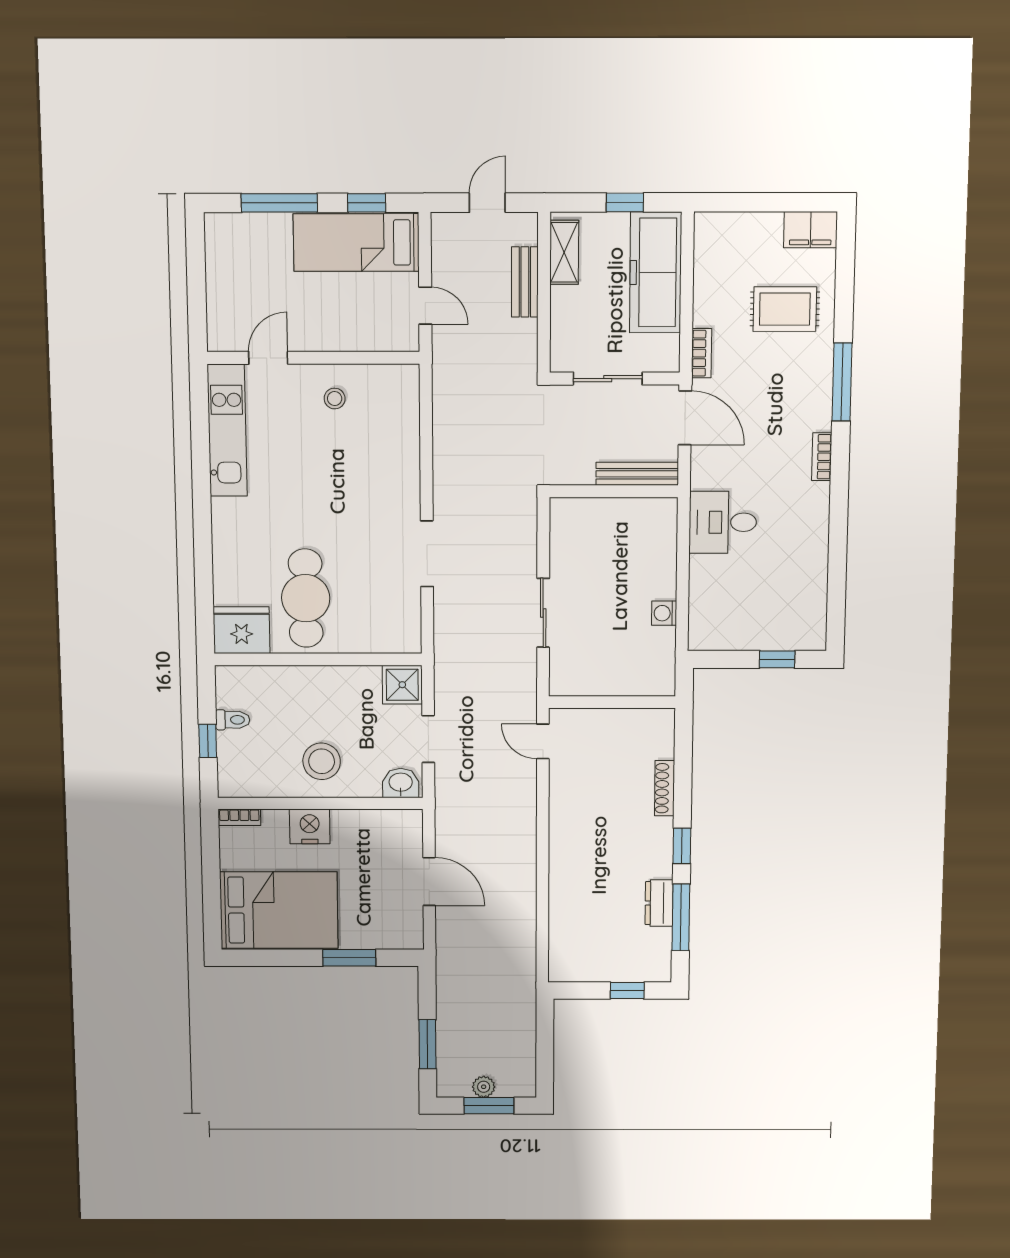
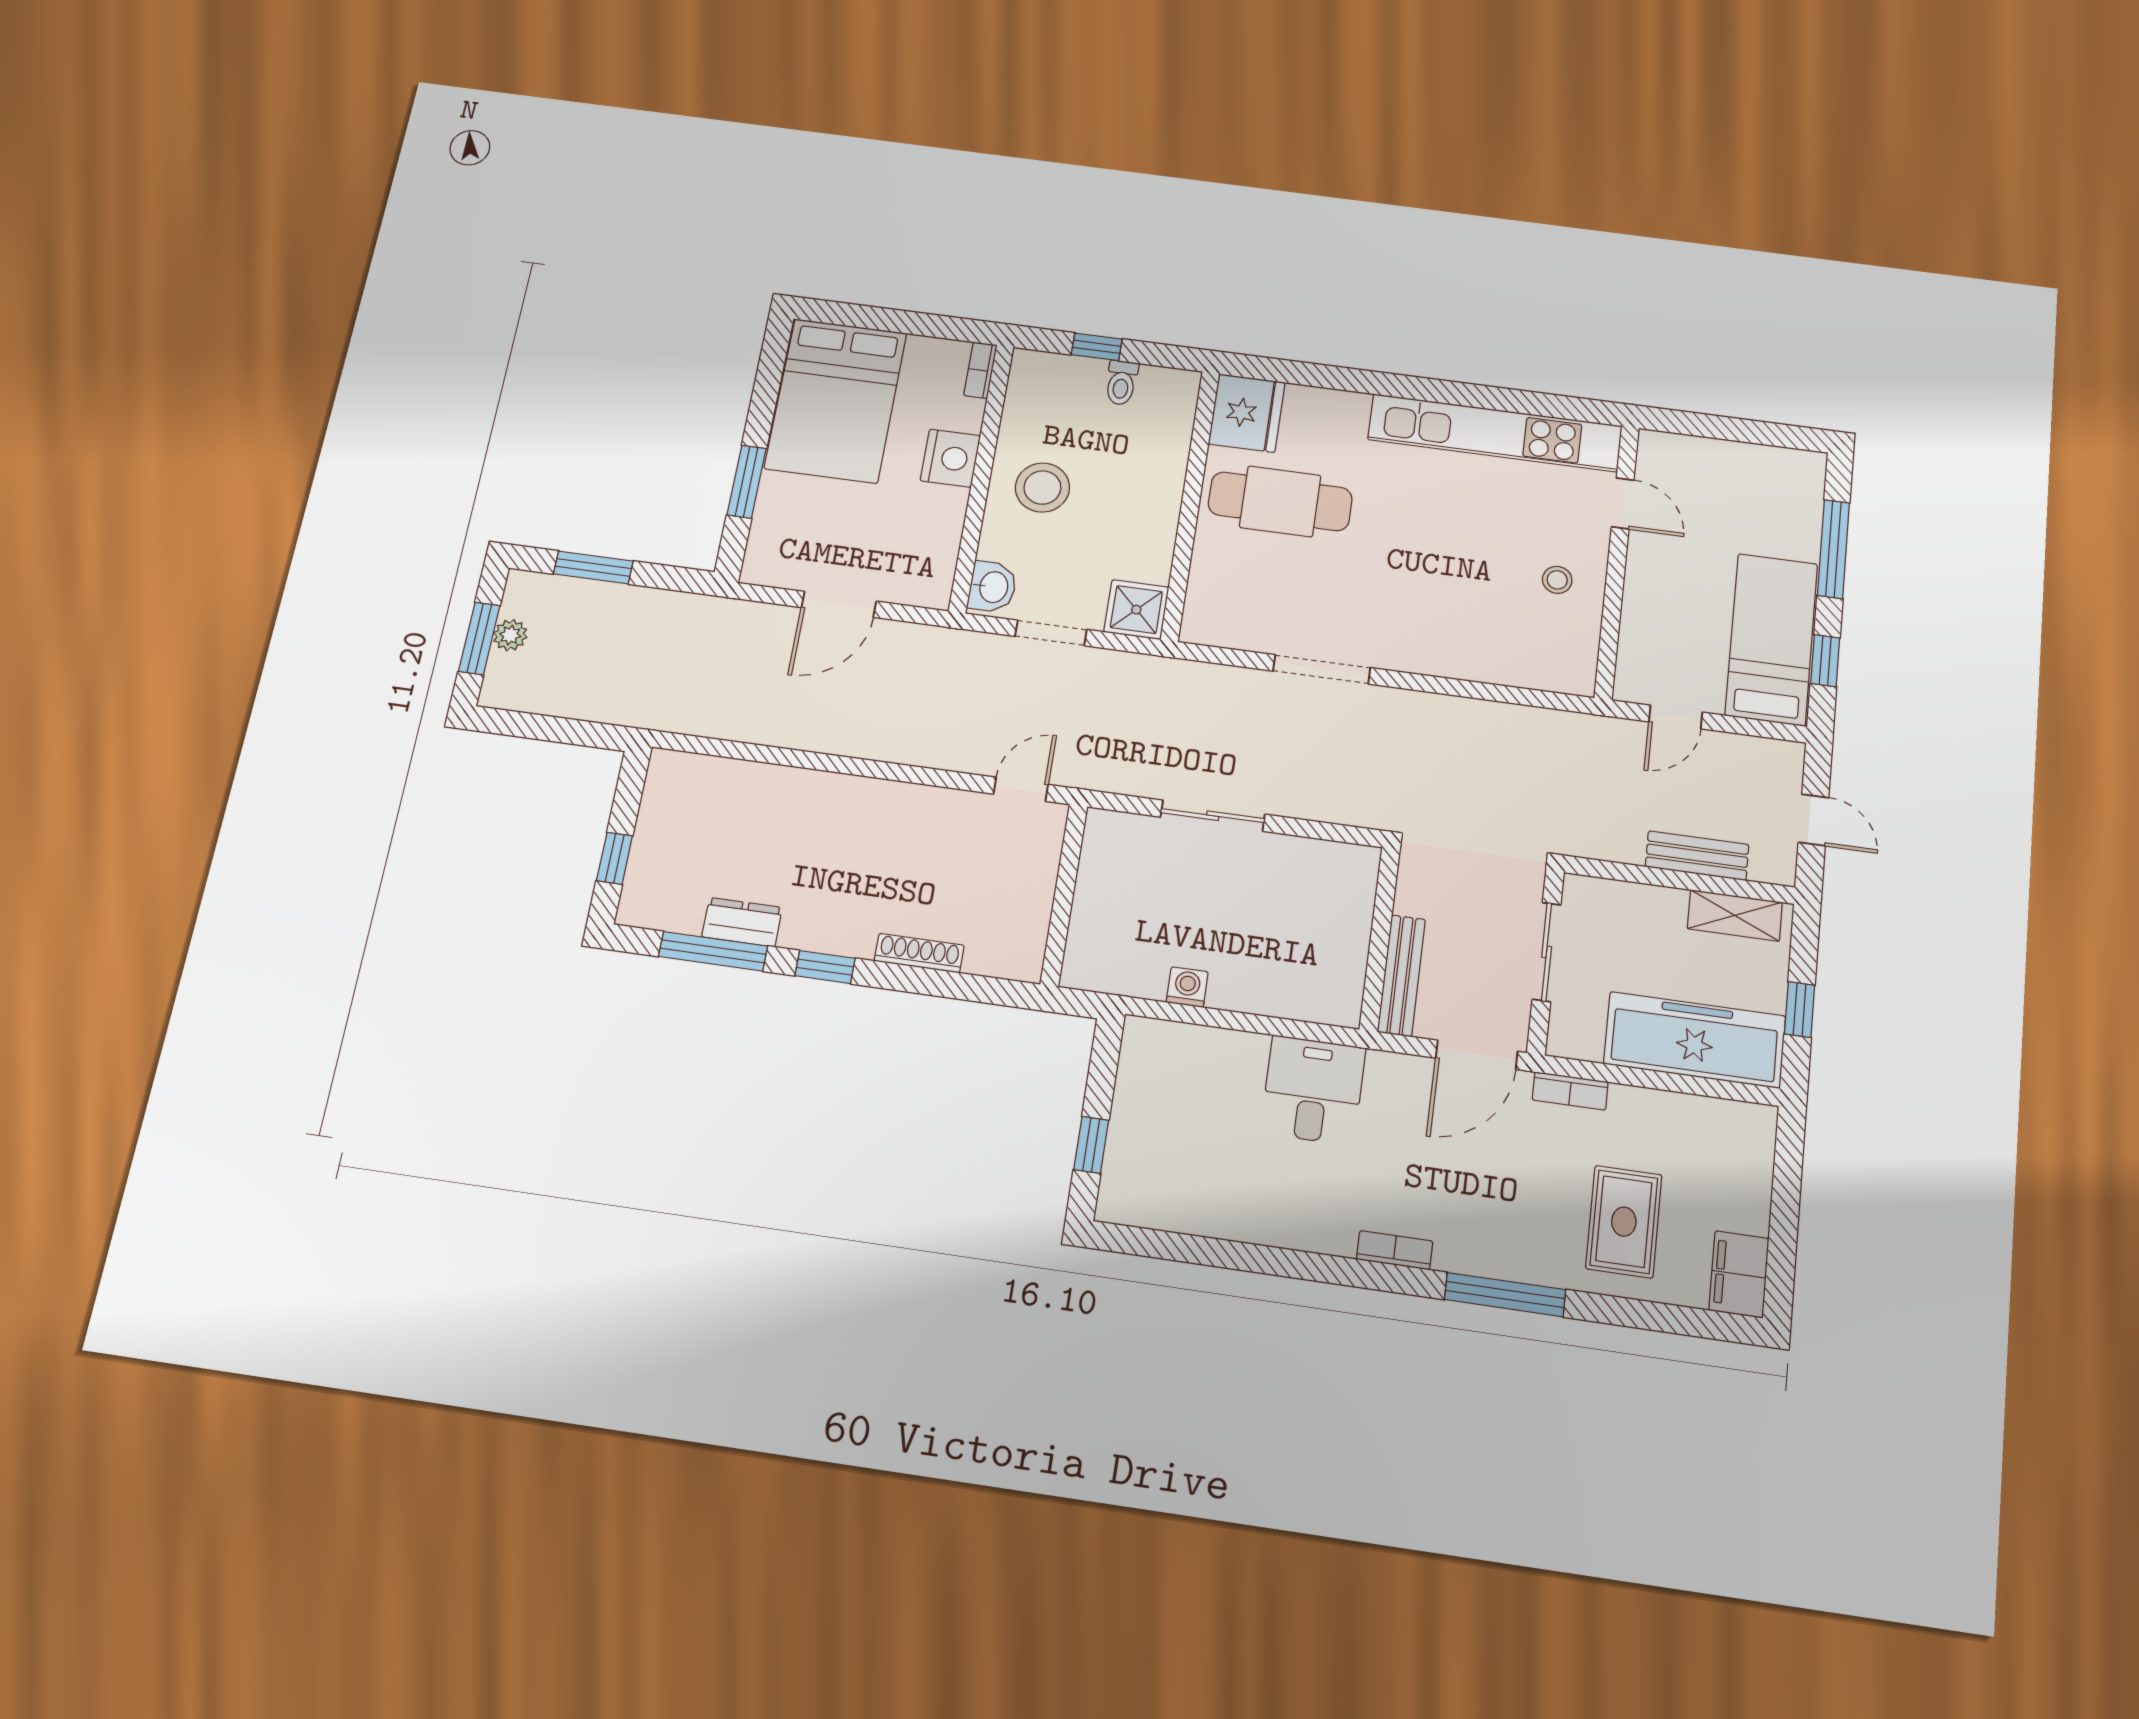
kitchen unit: (227, 430) -> (1495, 433), width x1.36

